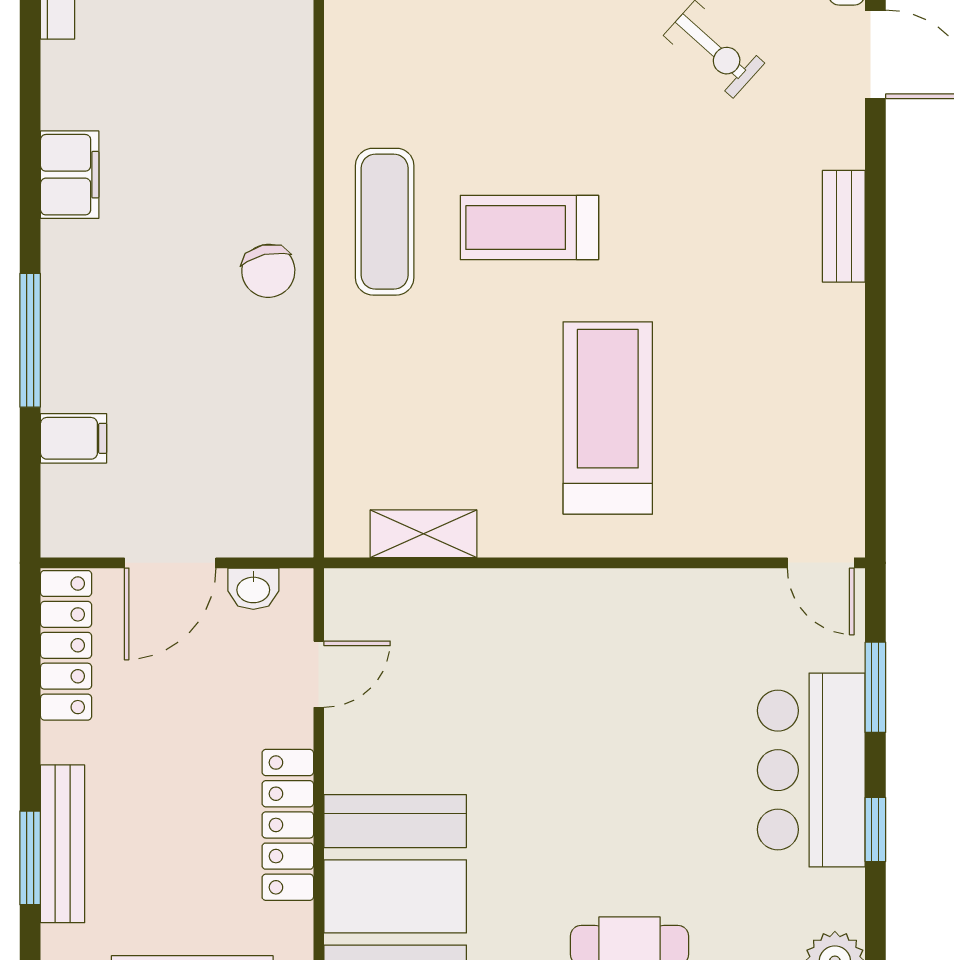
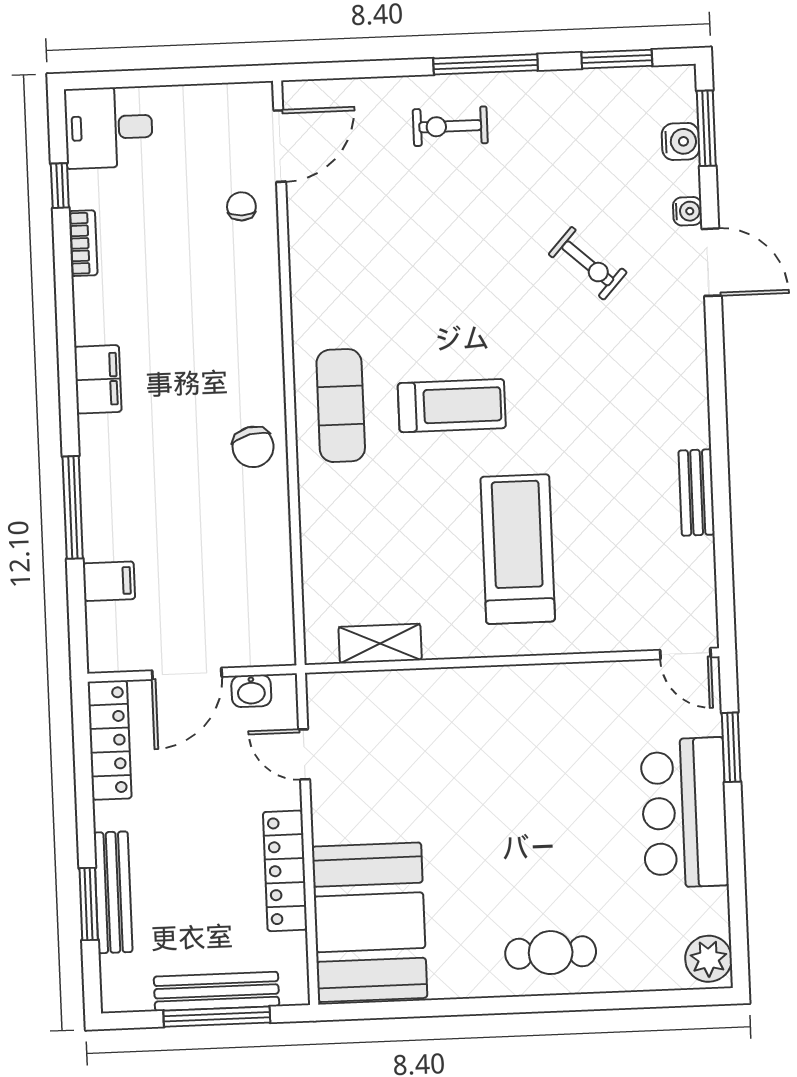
bench: (844, 226) -> (697, 493), moved
treadmill: (529, 228) -> (452, 406), turned 180
door: (319, 674) -> (304, 754), swing flipped
window: (875, 830) -> (735, 856), removed

